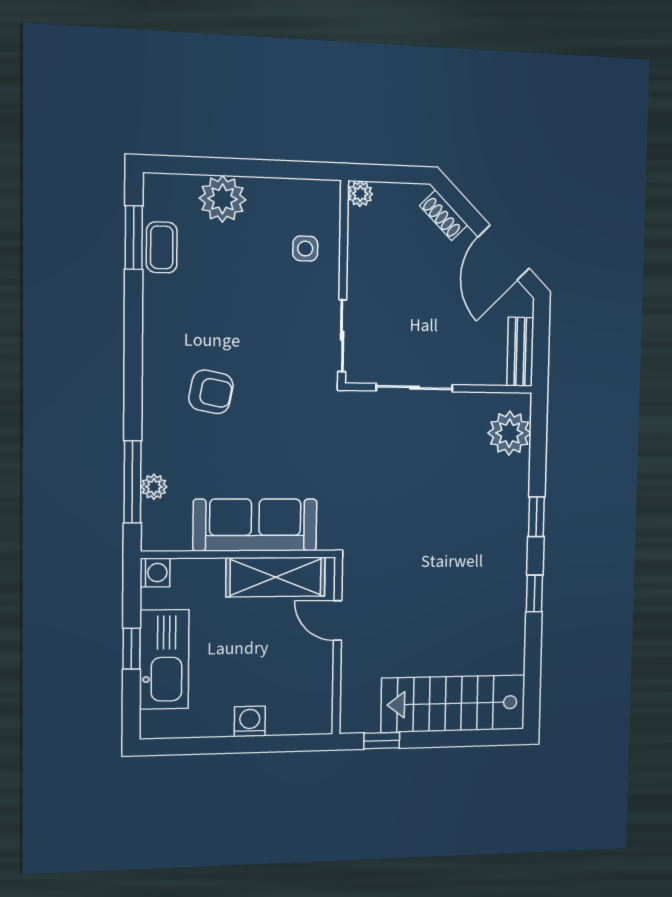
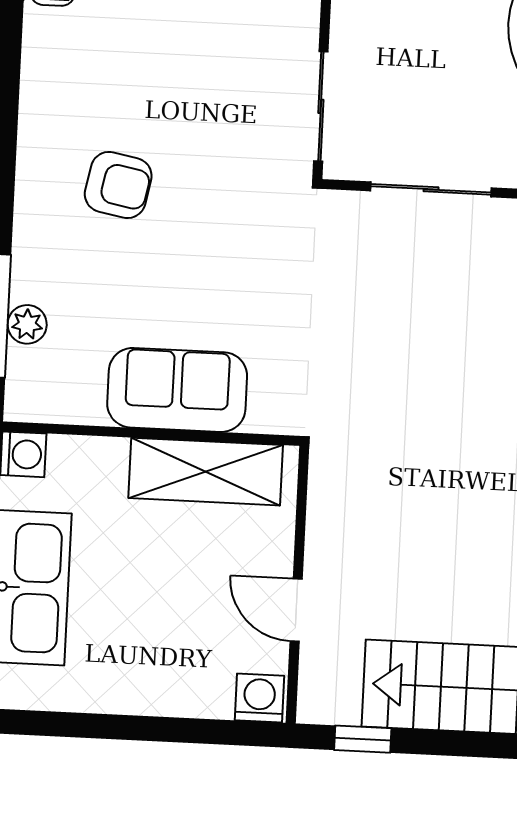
sofa: (255, 525) -> (177, 390), width x0.73
door: (338, 621) -> (296, 610), moved
washing machine: (250, 721) -> (260, 698), moved

